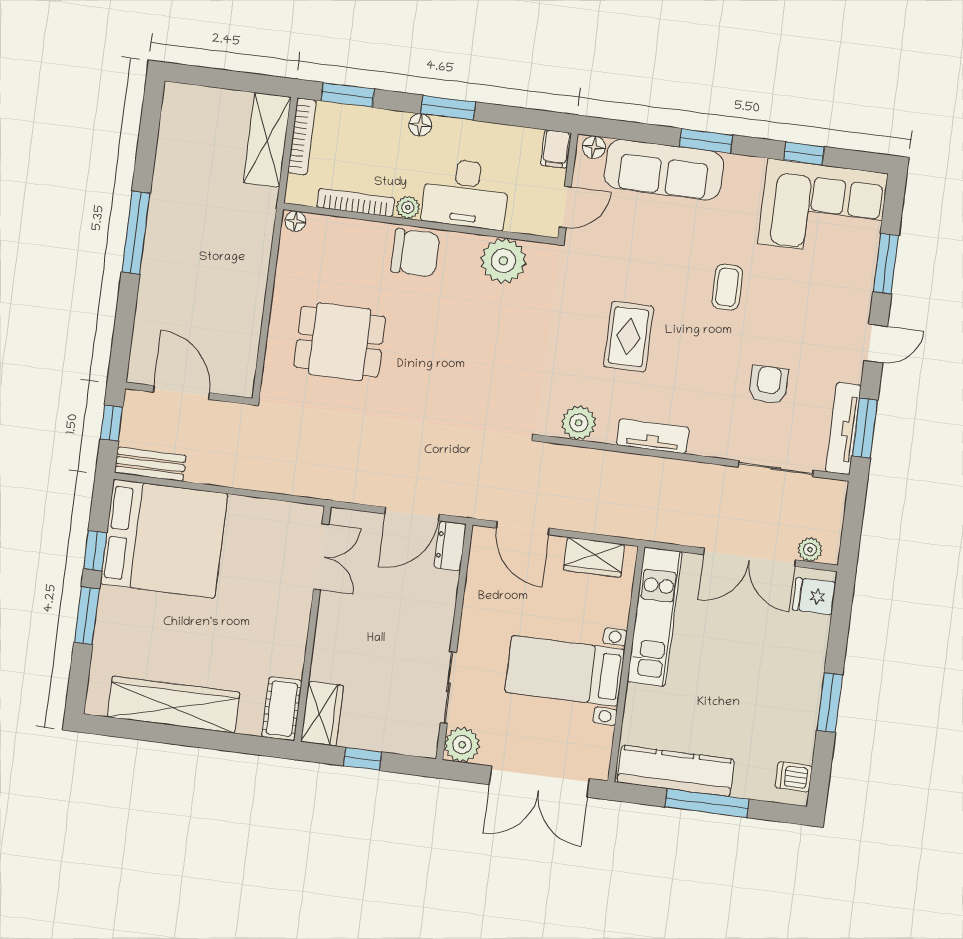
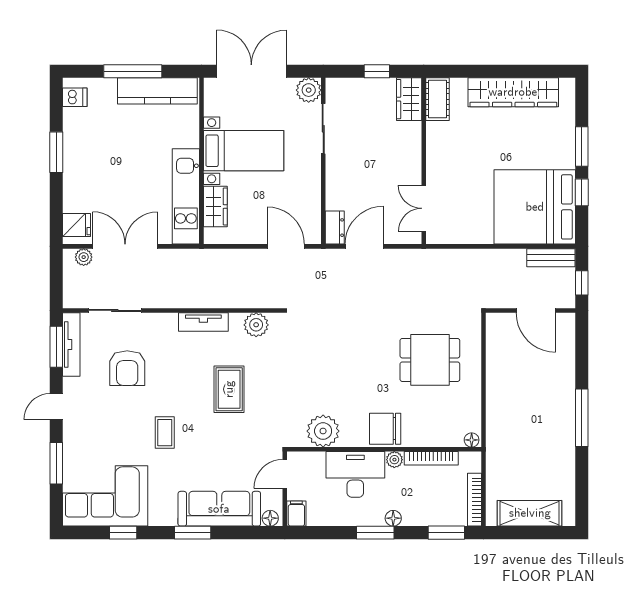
shelving: (267, 140) -> (530, 513), moved, turned 90
armchair: (769, 385) -> (127, 368), width x1.38, depth x1.38
wardrobe: (594, 557) -> (215, 207), moved, turned 90

